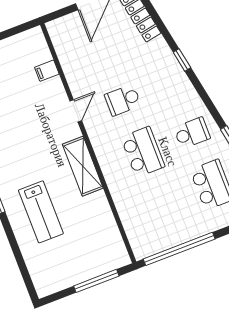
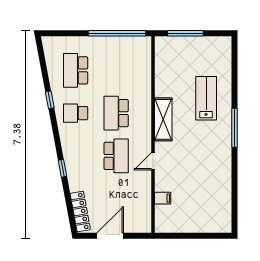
school desk: (123, 100) -> (116, 156), width x1.85

